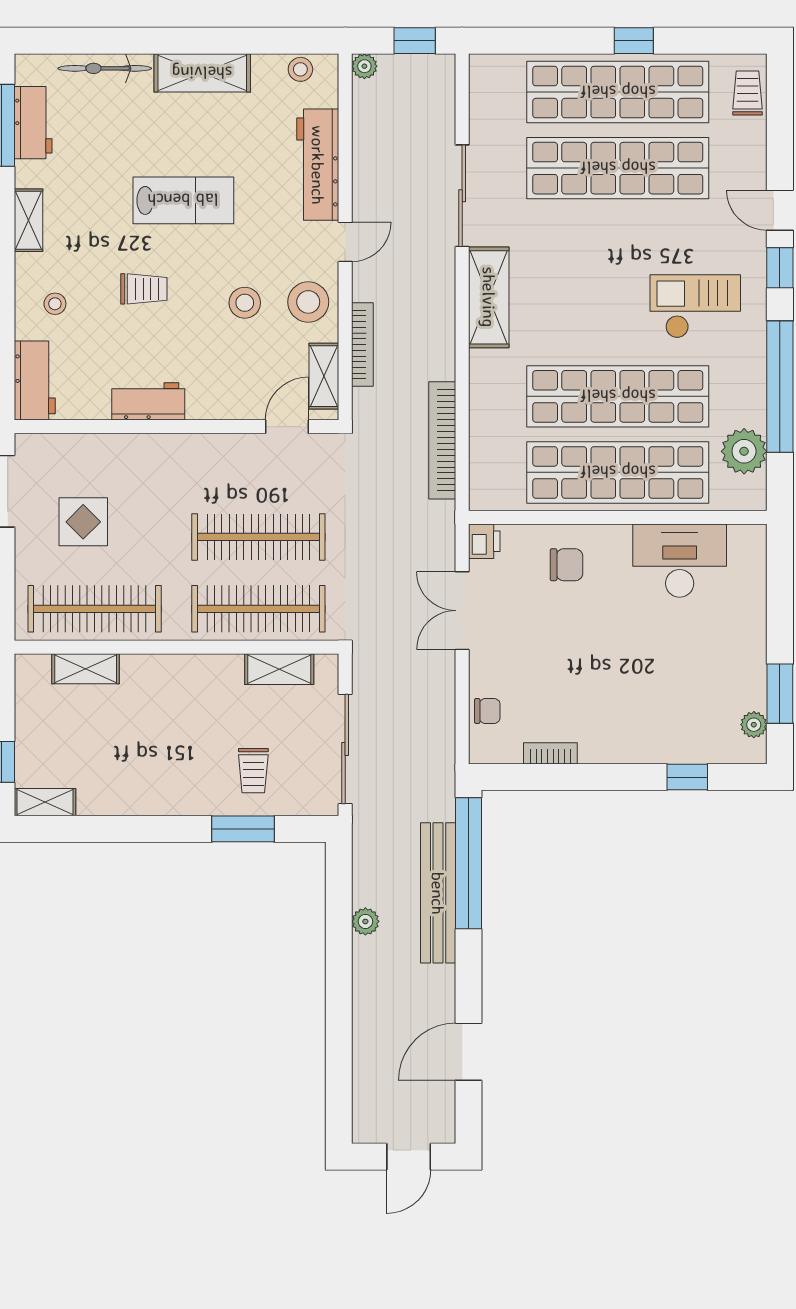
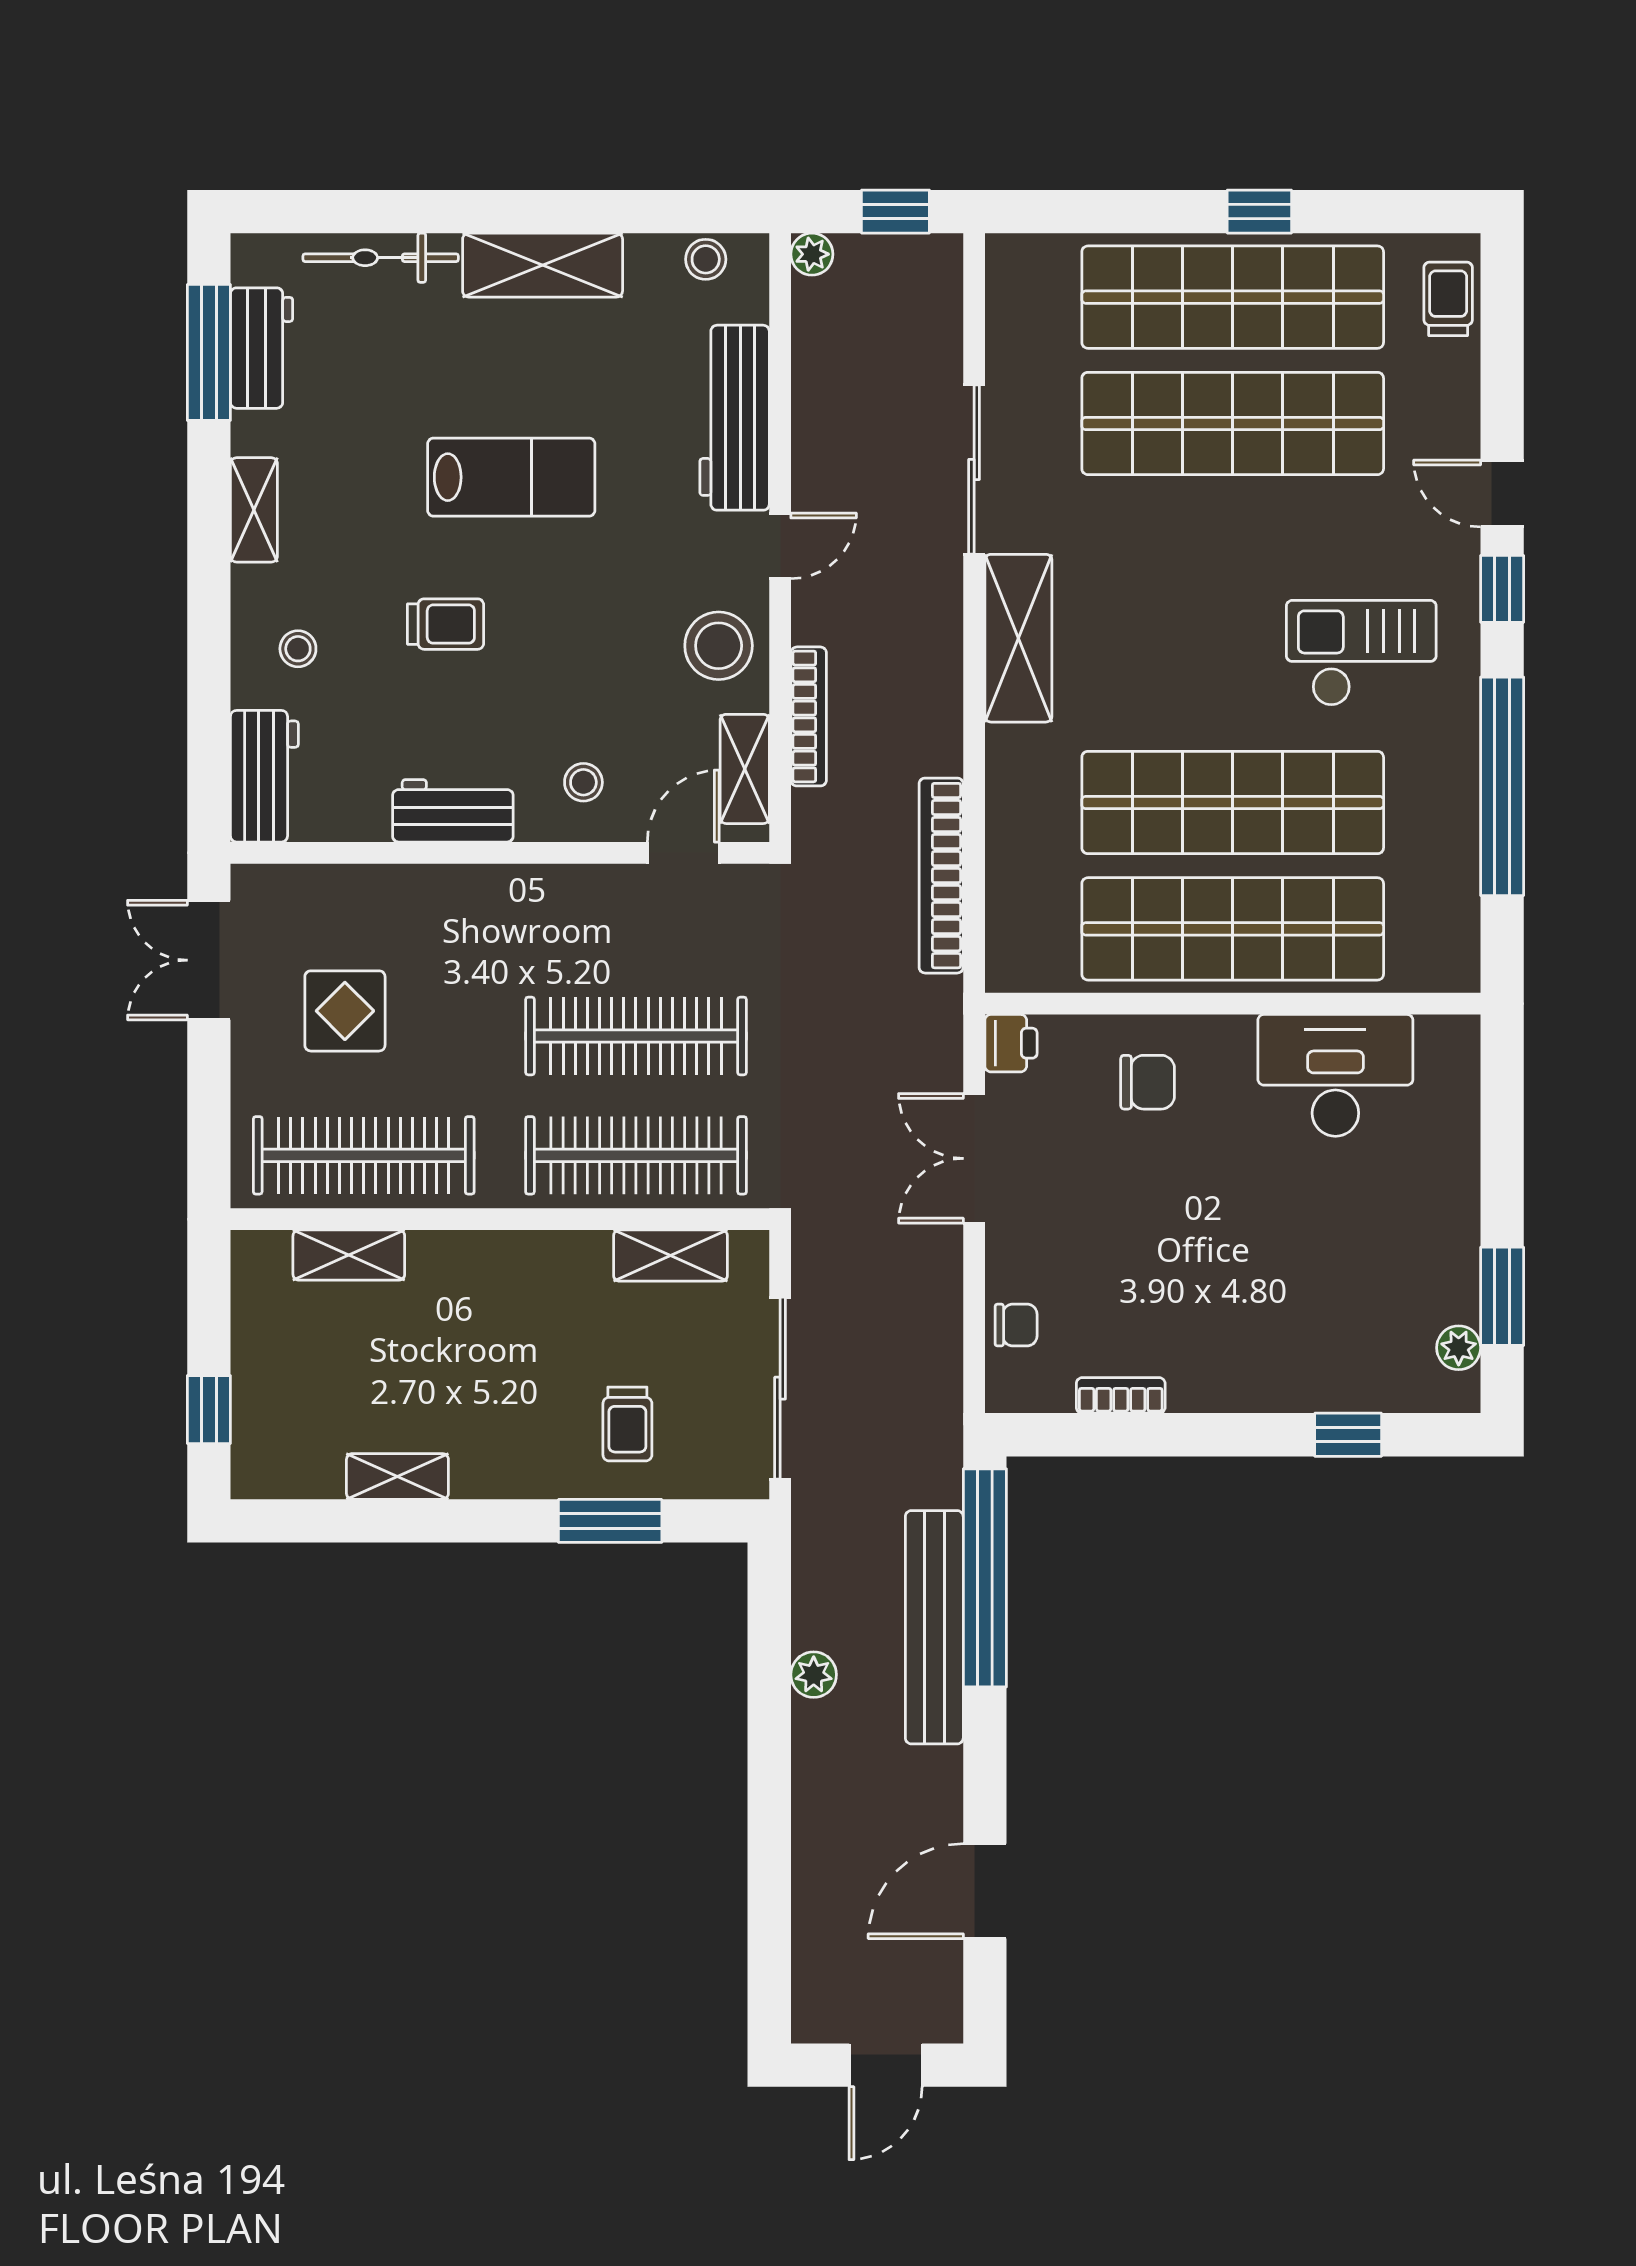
stool: (245, 303) -> (583, 782), moved, width x0.73, depth x0.73
plant: (744, 451) -> (1442, 894), removed
shelving: (45, 802) -> (397, 1476), moved

